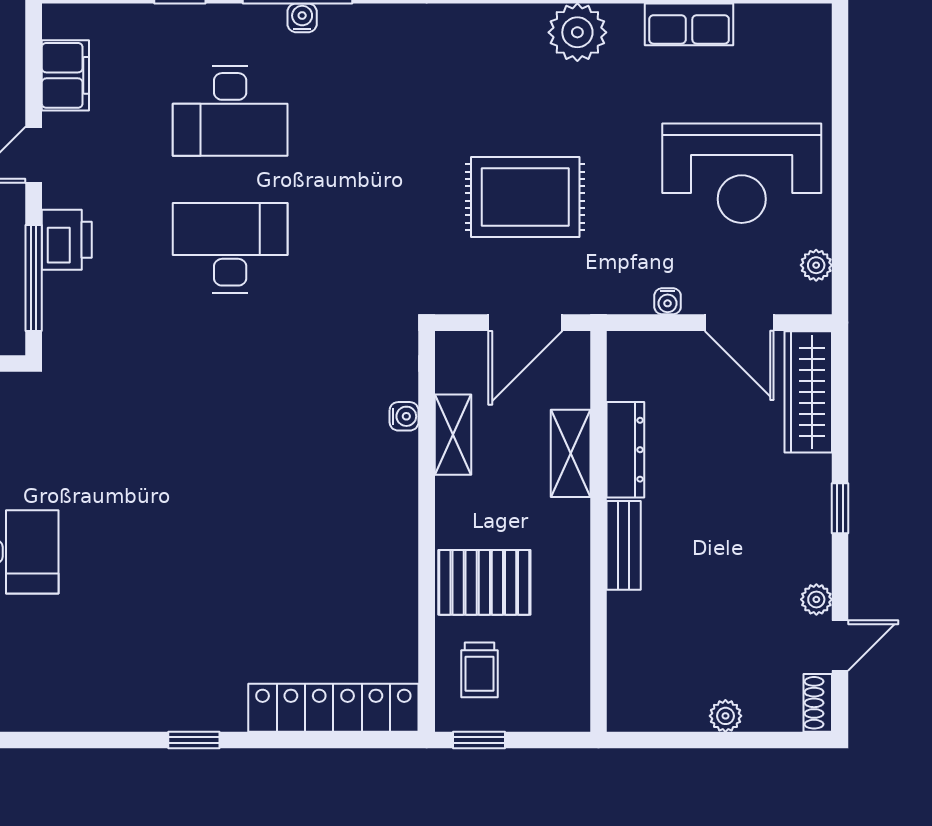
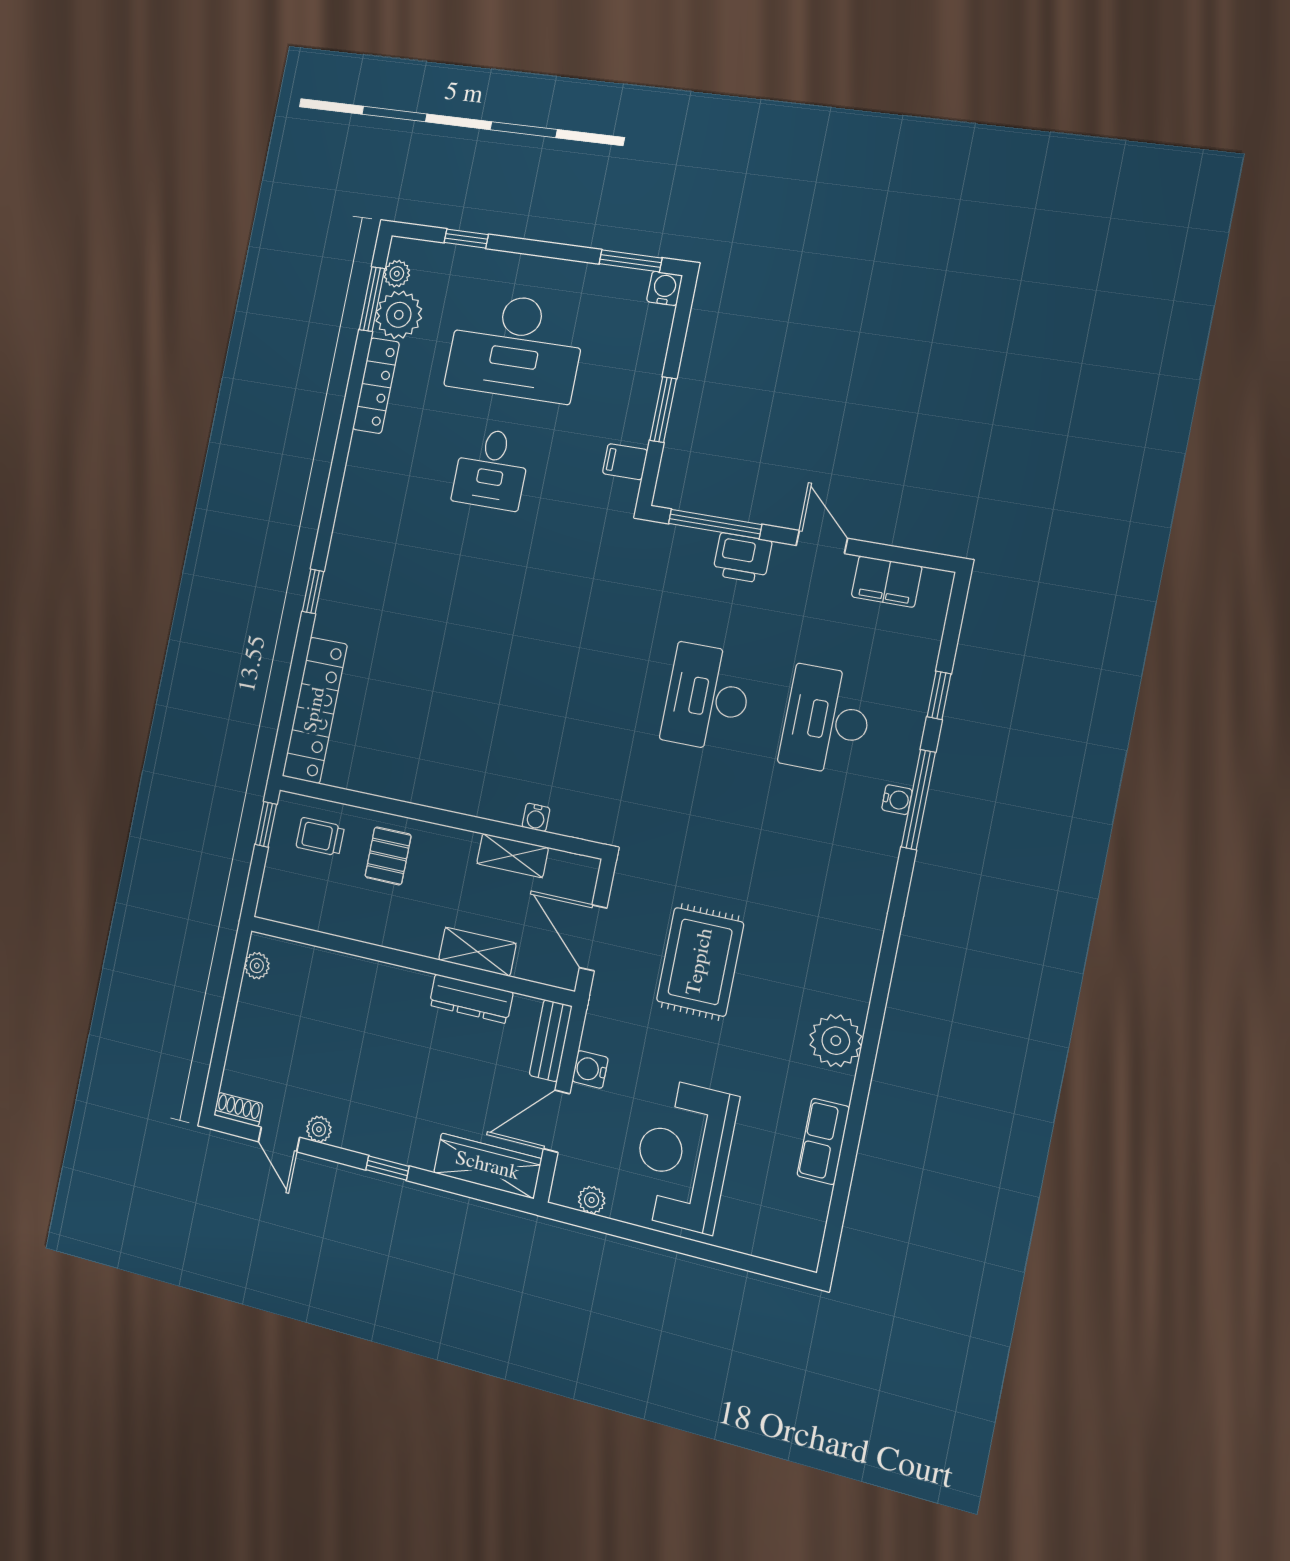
desk: (230, 248) -> (707, 697), turned 180
water cooler: (668, 301) -> (590, 1069), width x1.38, depth x1.38
bench: (624, 545) -> (551, 1041), moved, turned 90
pallet: (484, 582) -> (388, 856), width x0.67, depth x0.71
plant: (725, 716) -> (257, 966), moved

